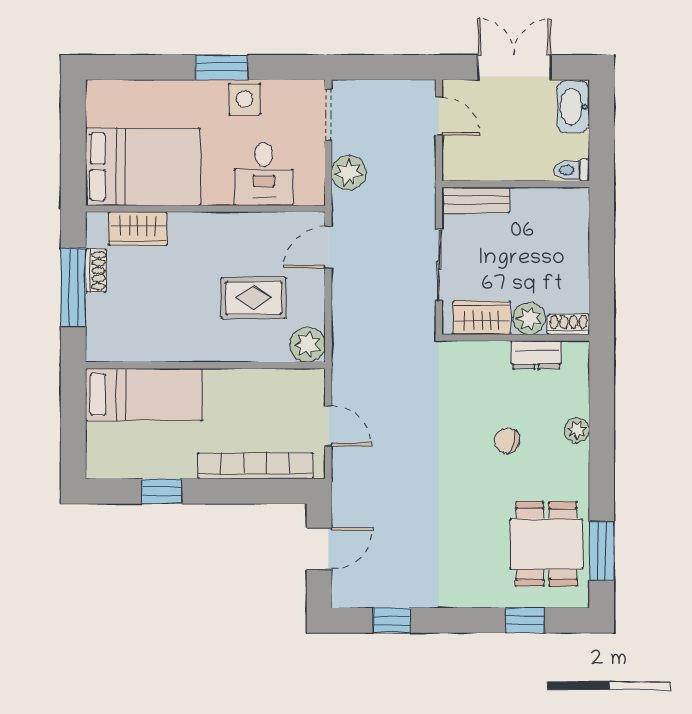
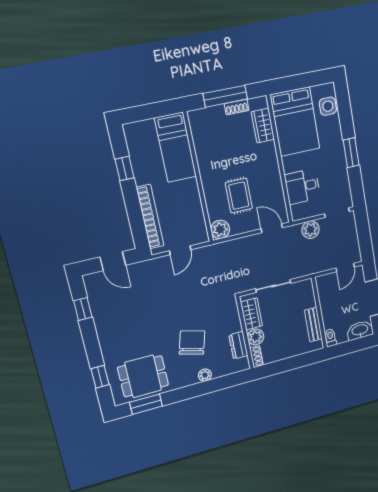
side table: (245, 99) -> (328, 106), moved
bench: (476, 200) -> (313, 325), moved
chair: (507, 441) -> (192, 343), width x1.87, depth x1.87

